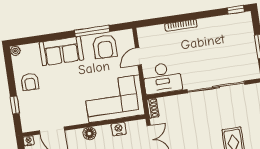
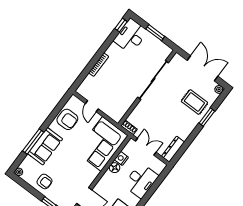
window: (92, 31) -> (33, 142), moved
desk: (162, 78) -> (131, 36), moved, turned 180
floor lamp: (89, 133) -> (115, 168), moved

